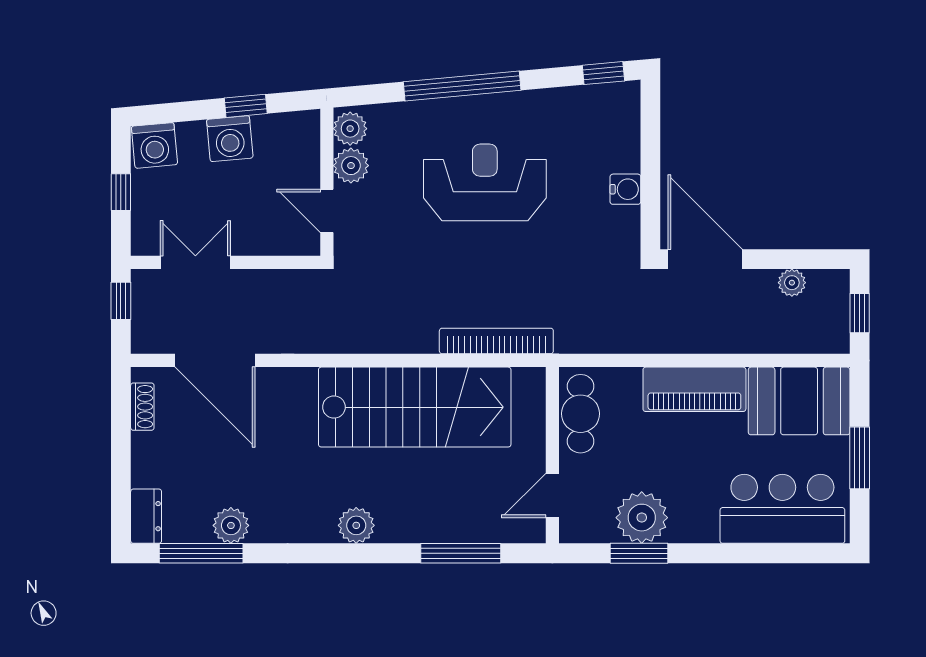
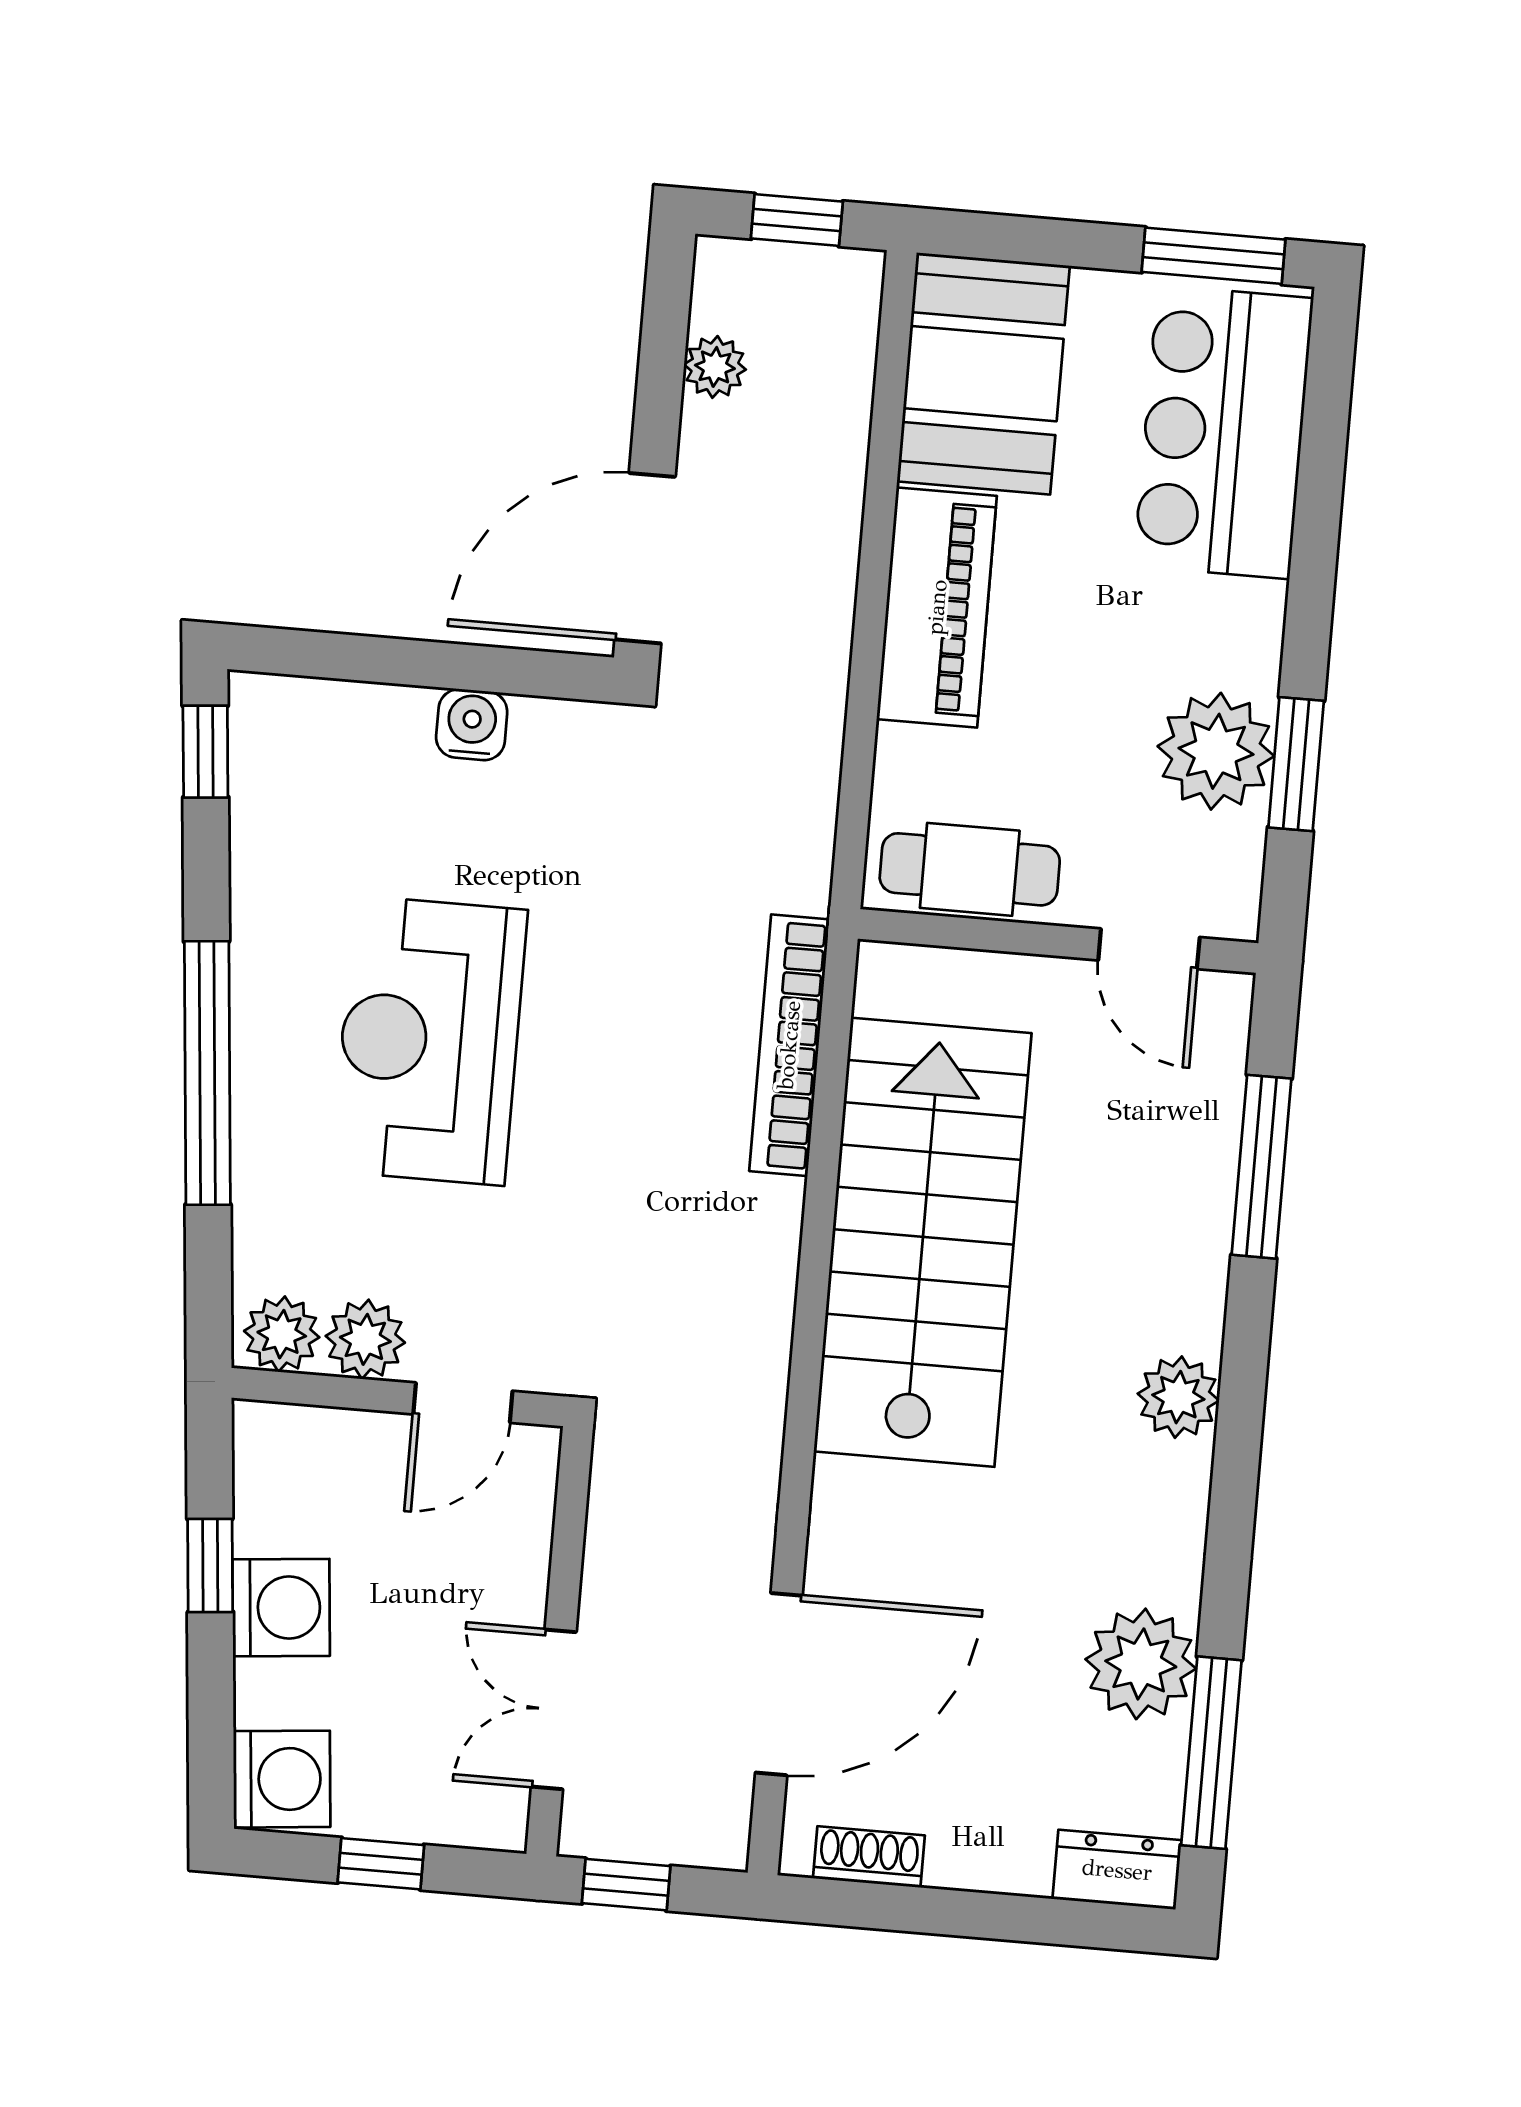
window: (860, 458) -> (1214, 256), moved
plant: (231, 525) -> (1141, 1664), width x1.36, depth x1.36

